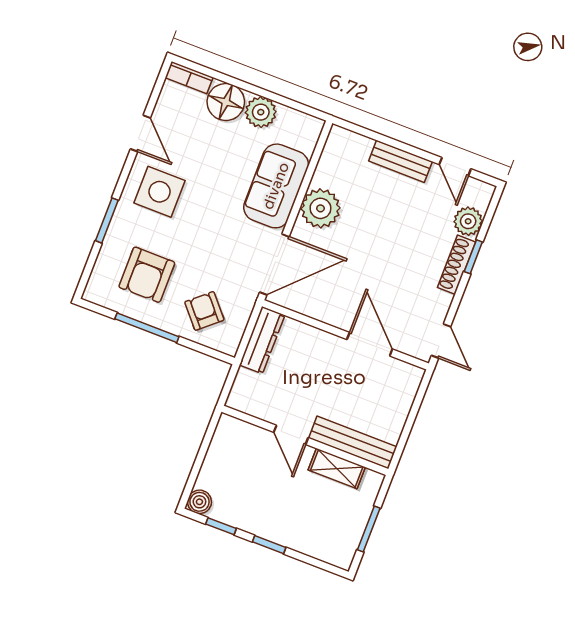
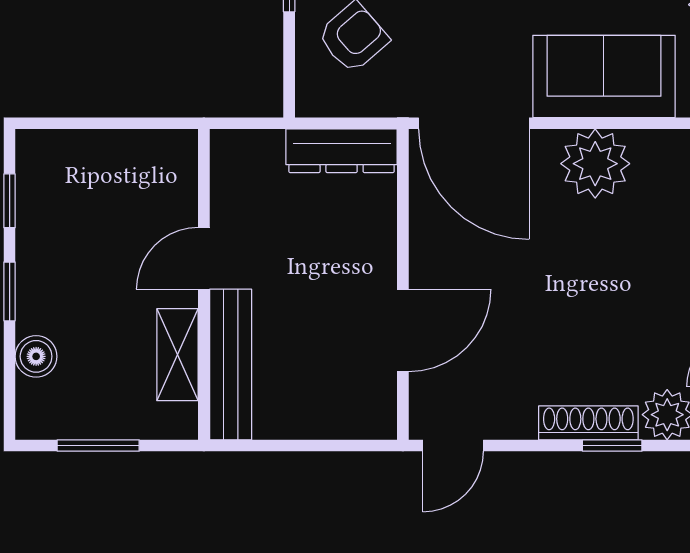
boiler: (199, 502) -> (36, 356), moved

